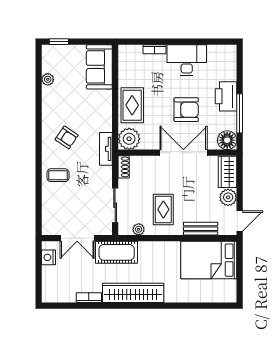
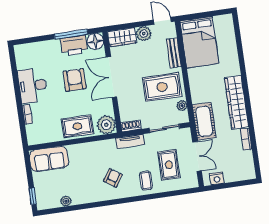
printer: (226, 96) -> (74, 45), moved
tv unit: (106, 149) -> (130, 141), moved
rug: (72, 204) -> (169, 165), added
rug: (163, 209) -> (162, 87), width x1.36, depth x1.43

